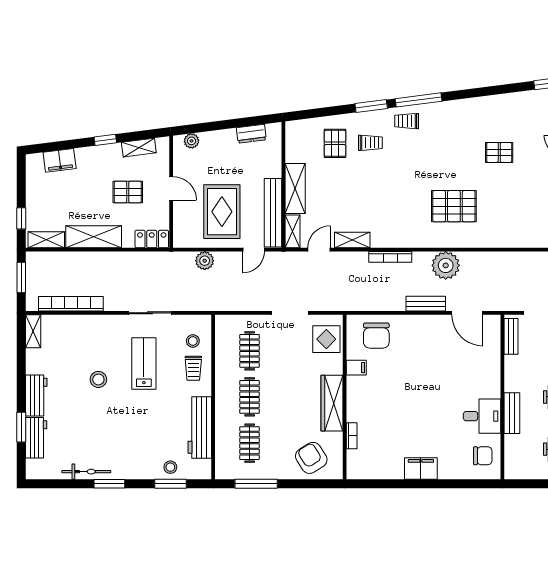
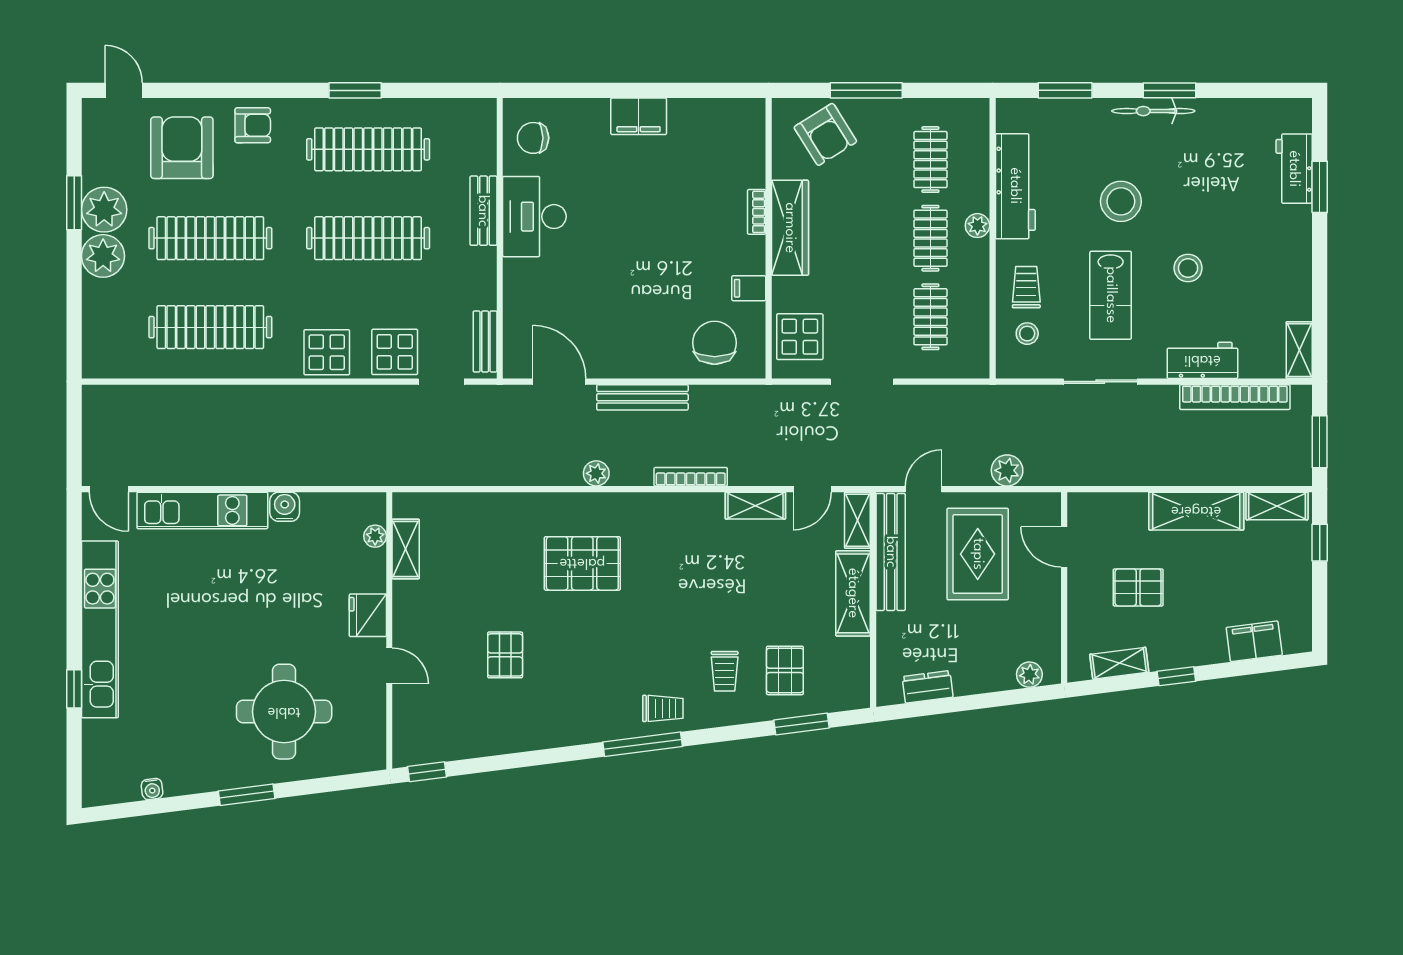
window: (371, 106) -> (802, 724), moved
trolley: (370, 143) -> (725, 671), turned -90
pallet: (499, 152) -> (505, 655), turned 90
door: (171, 188) -> (1064, 547), moved
locker: (152, 239) -> (1097, 507), removed
plant: (446, 265) -> (596, 473), width x0.53, depth x0.53
bench: (426, 304) -> (642, 397), width x1.36
workbench: (36, 395) -> (1202, 360), moved, turned 90
plant: (222, 404) -> (977, 226), added
desk: (482, 416) -> (534, 217), width x1.37
bookcase: (352, 436) -> (757, 212), moved
stool: (170, 467) -> (1121, 201), moved, width x1.89, depth x1.89
bicycle: (86, 472) -> (1153, 111), moved
window: (256, 484) -> (866, 90), moved

